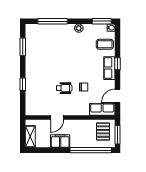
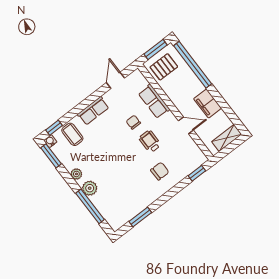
plant: (64, 30) -> (90, 188), added
window: (117, 64) -> (54, 128), moved
chair: (41, 80) -> (160, 171), added
window: (23, 84) -> (197, 173), moved
door: (117, 96) -> (115, 80), swing flipped
row of seats: (102, 109) -> (154, 101), moved

